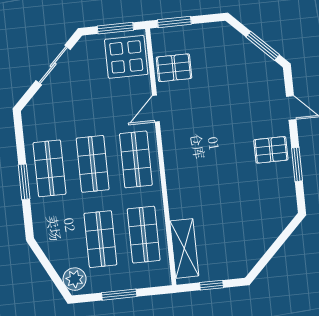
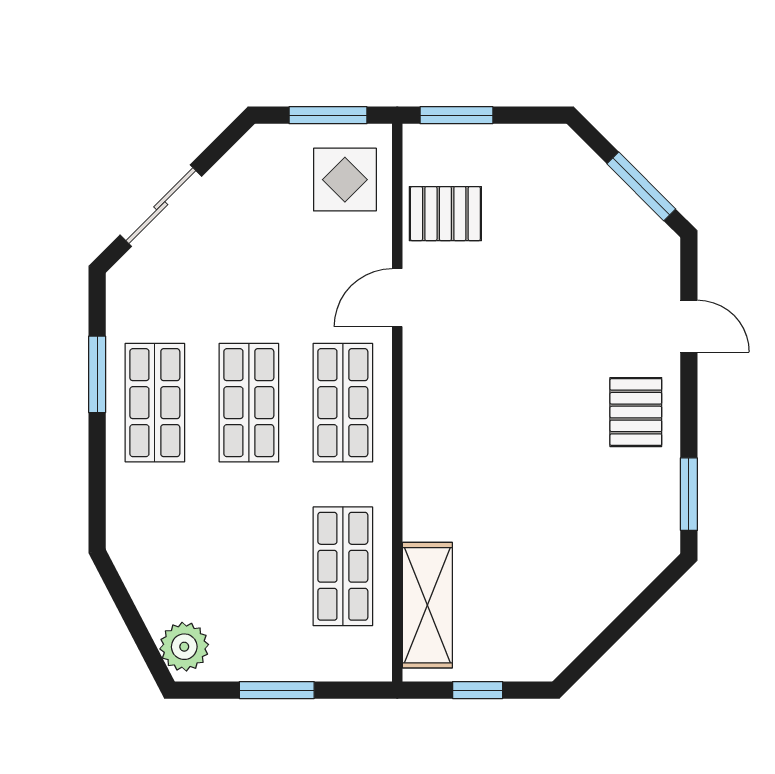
display table: (126, 57) -> (345, 180), width x0.73, depth x0.73
sliding door: (53, 65) -> (161, 206), moved
pallet: (271, 150) -> (636, 412), turned 90
window: (297, 164) -> (689, 494), moved
window: (24, 182) -> (97, 374), moved
shop shelf: (100, 239) -> (249, 566), removed

